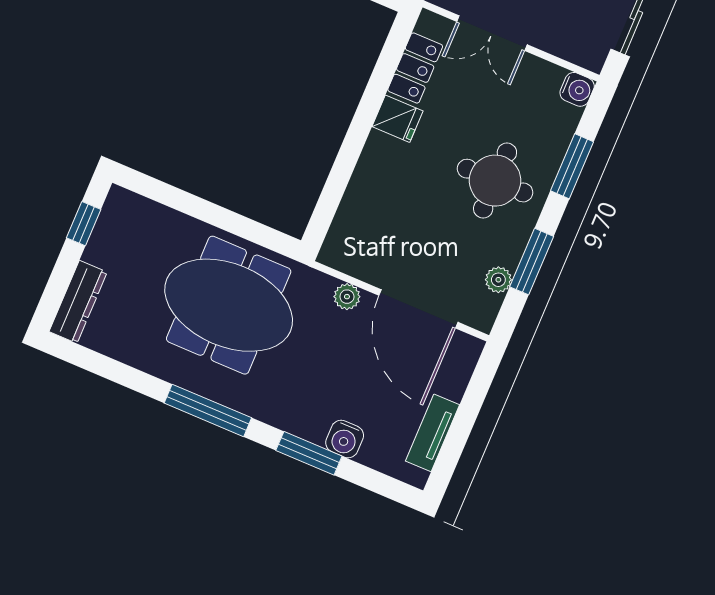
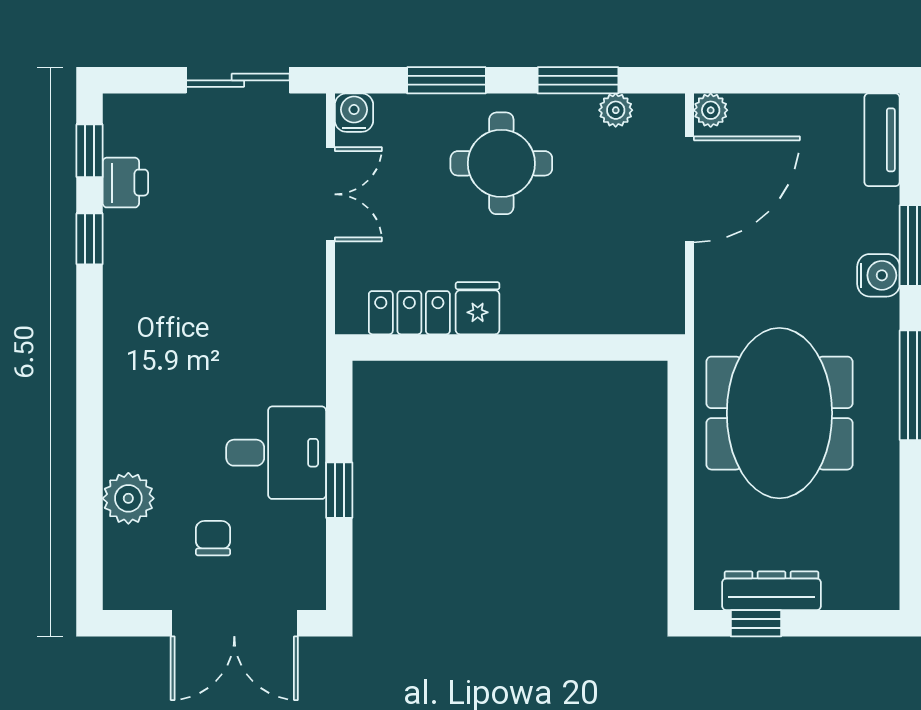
double door: (492, 33) -> (330, 194), moved
plant: (347, 297) -> (711, 110), moved
dresser: (78, 302) -> (771, 591), moved
tv unit: (433, 433) -> (882, 140), moved, turned 90
water cooler: (345, 439) -> (878, 275), moved

